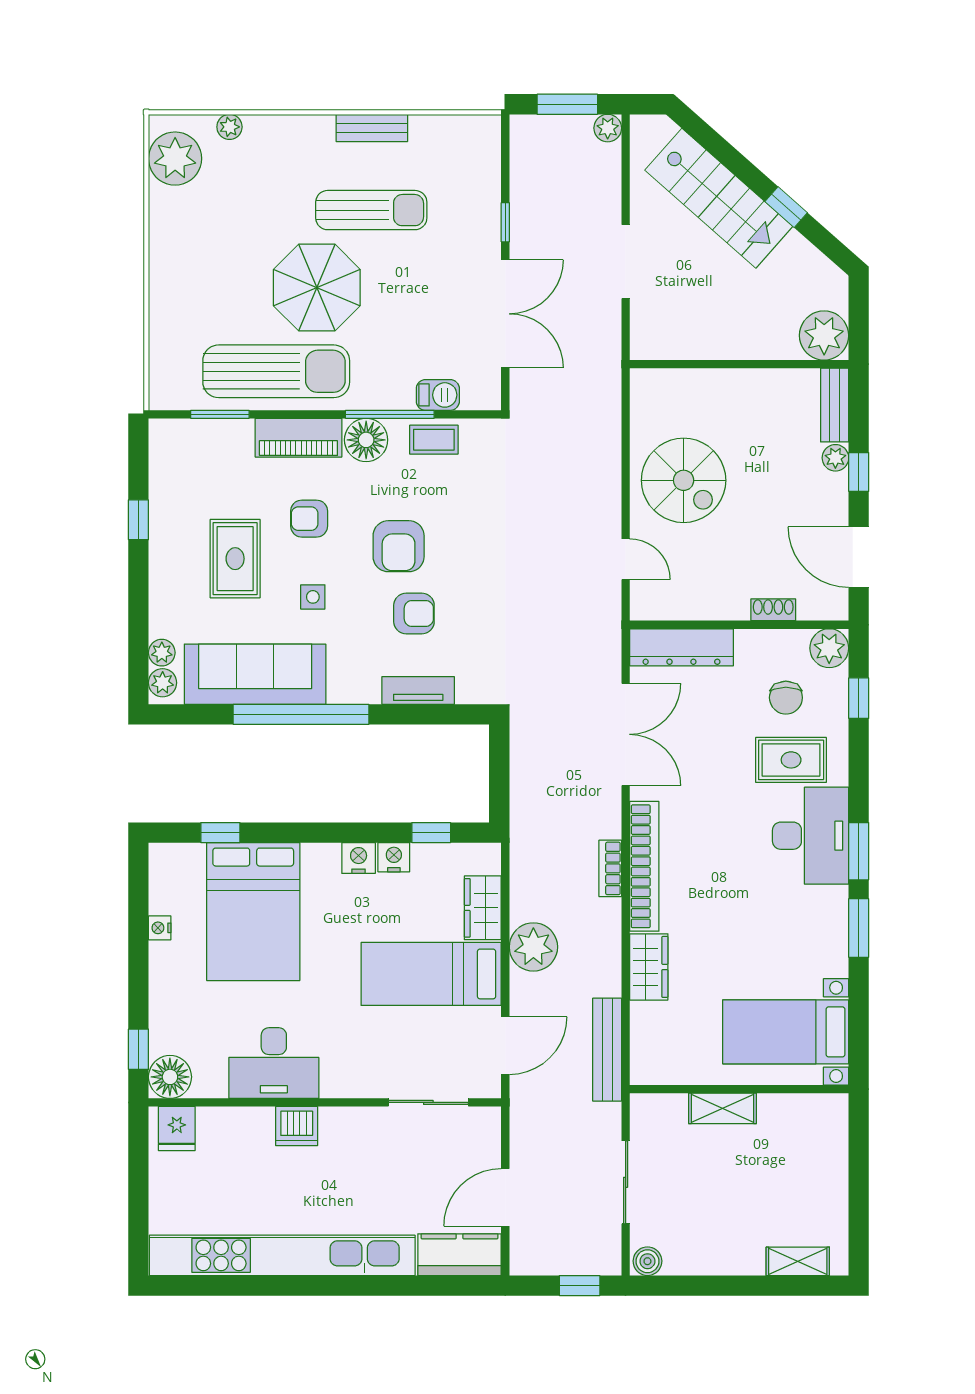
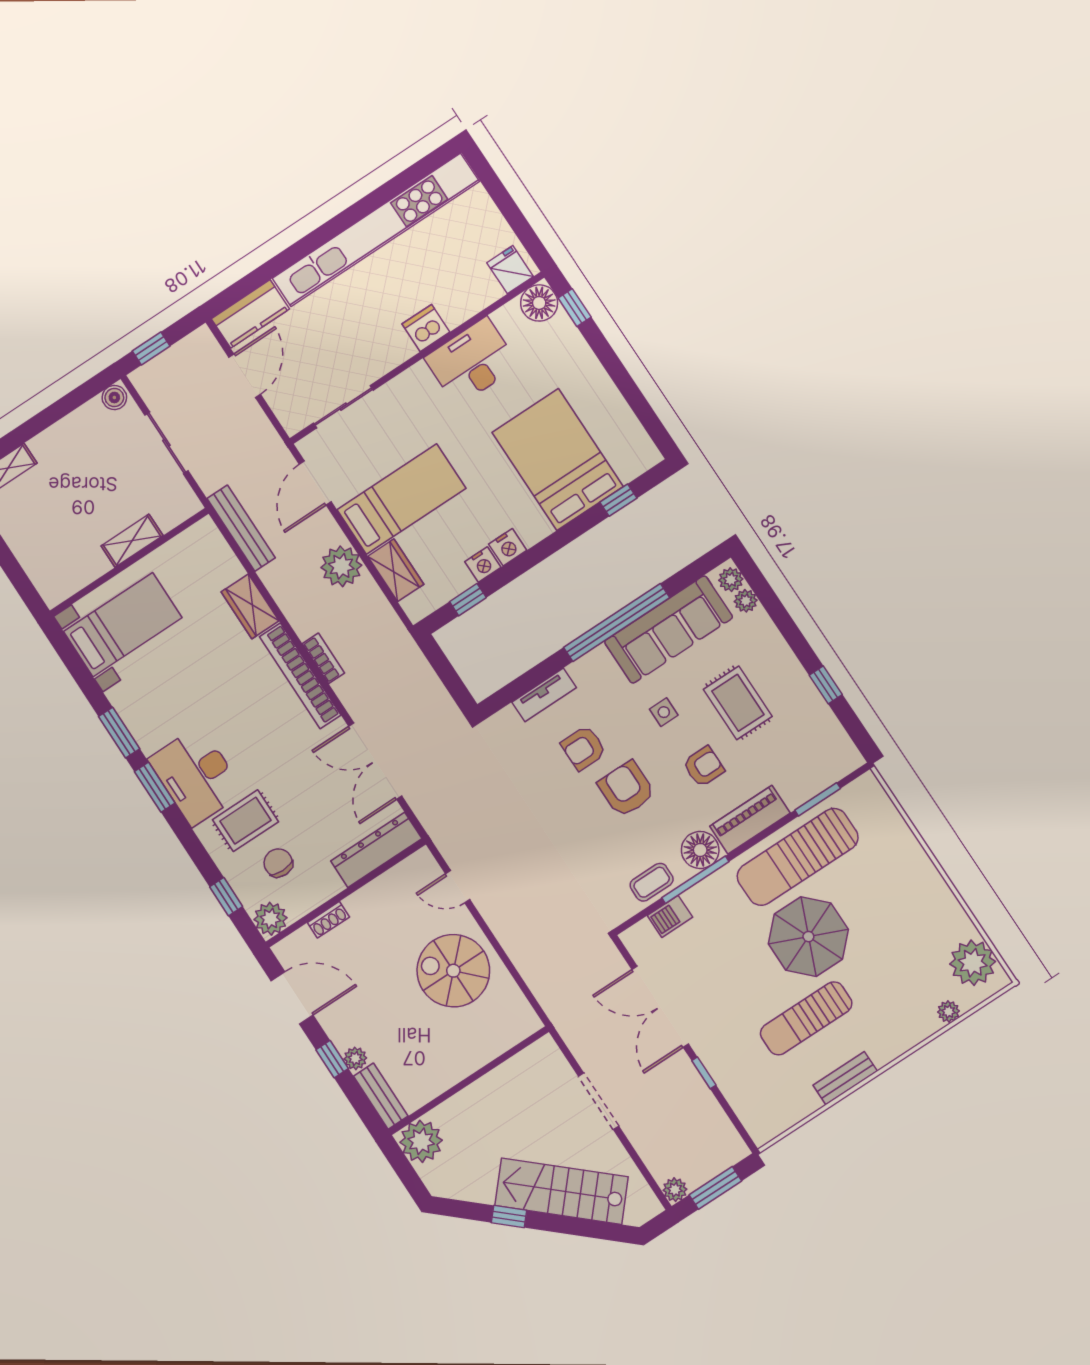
nightstand: (160, 928) -> (617, 404), removed

